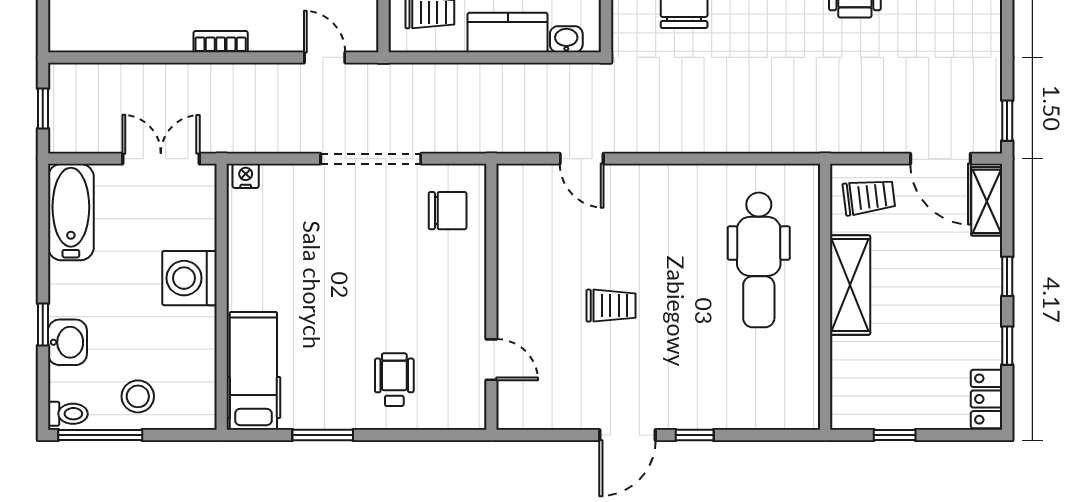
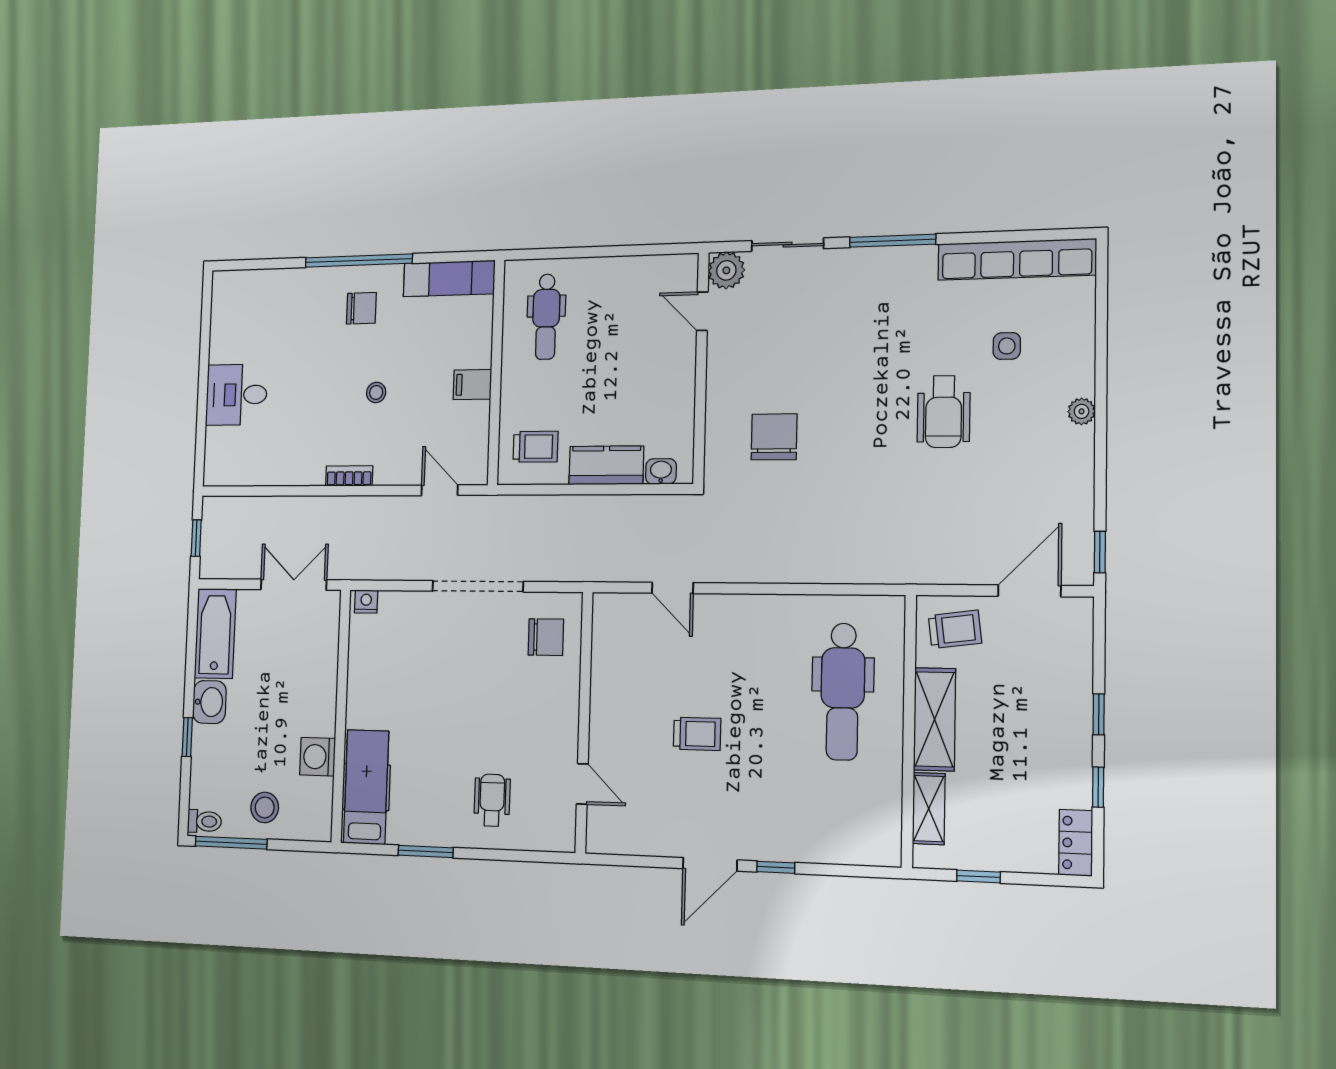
door: (941, 159) -> (1029, 591), swing flipped
shelving: (987, 201) -> (929, 809), moved
washing machine: (189, 278) -> (318, 757), moved, width x0.73, depth x0.73
washbasin: (67, 342) -> (209, 702), moved

